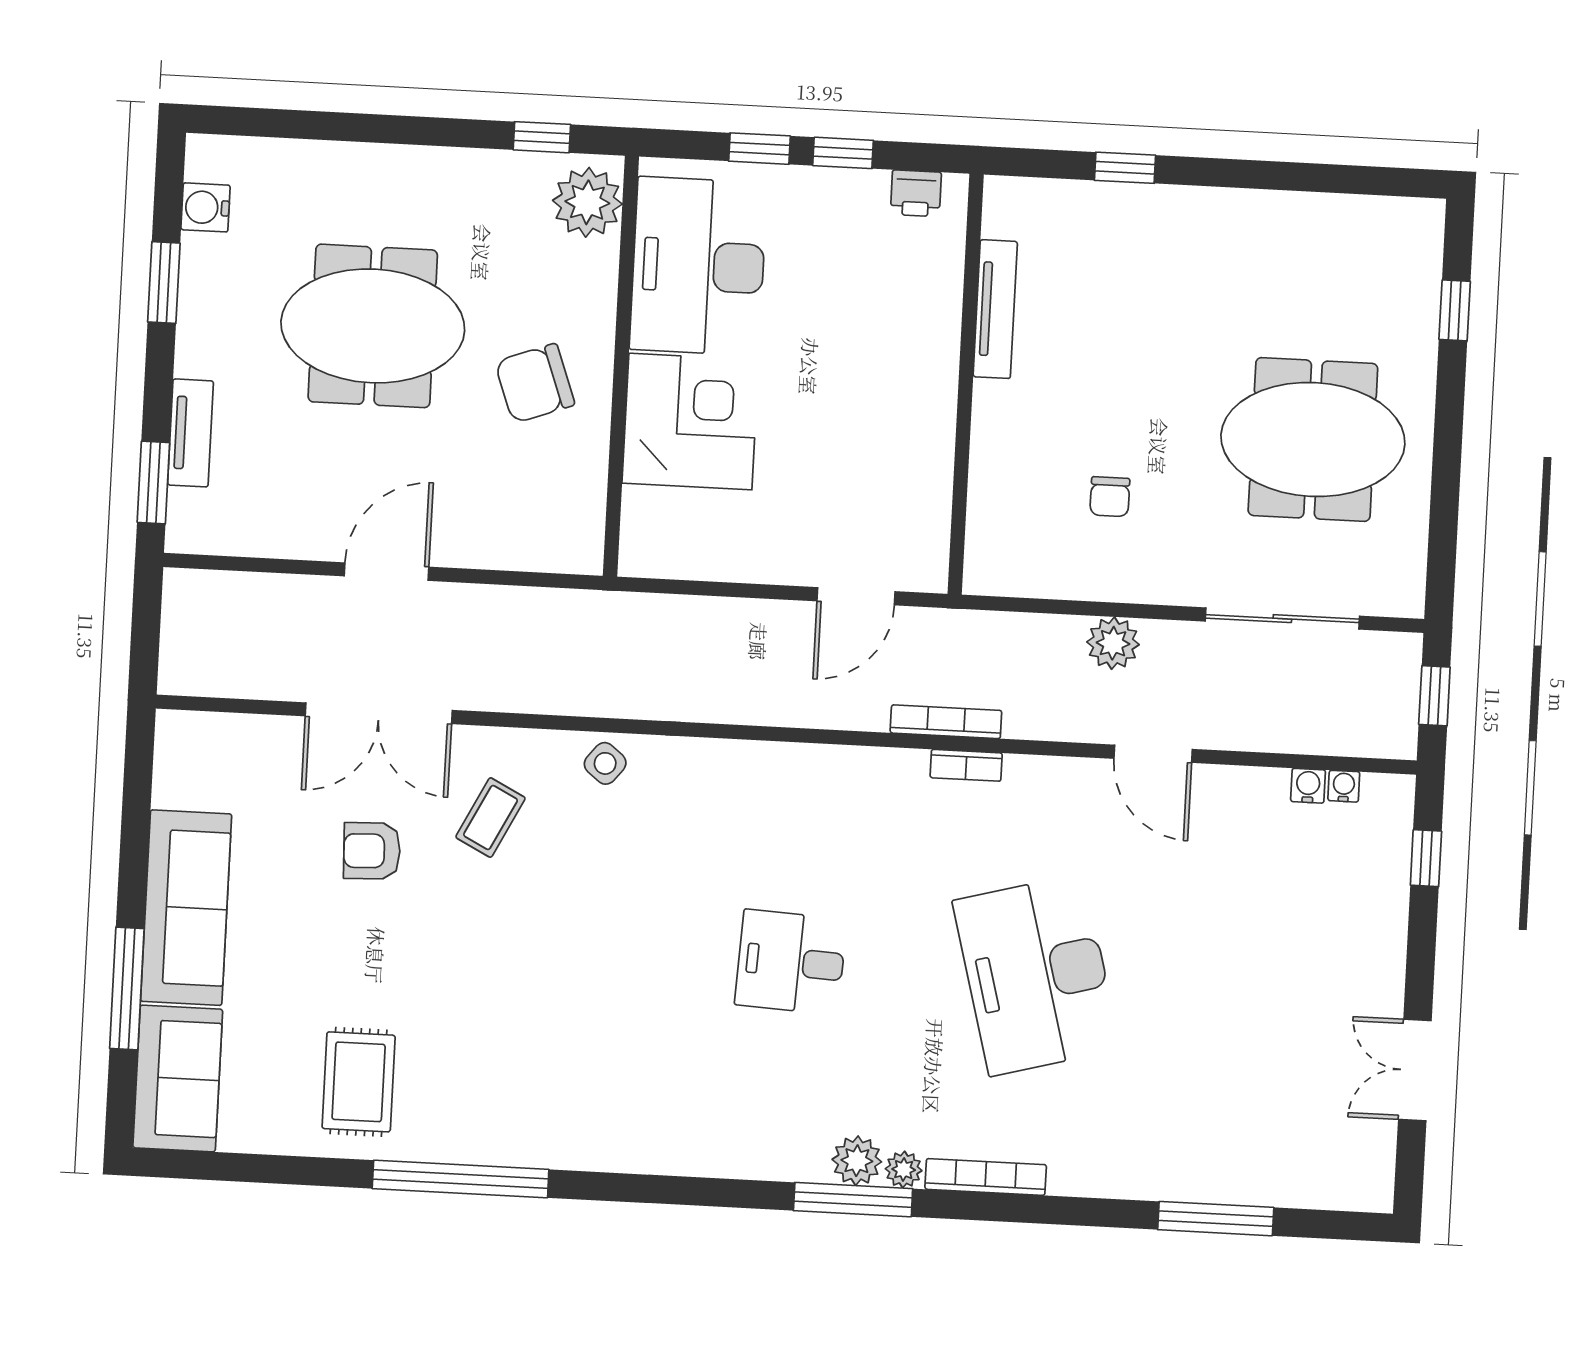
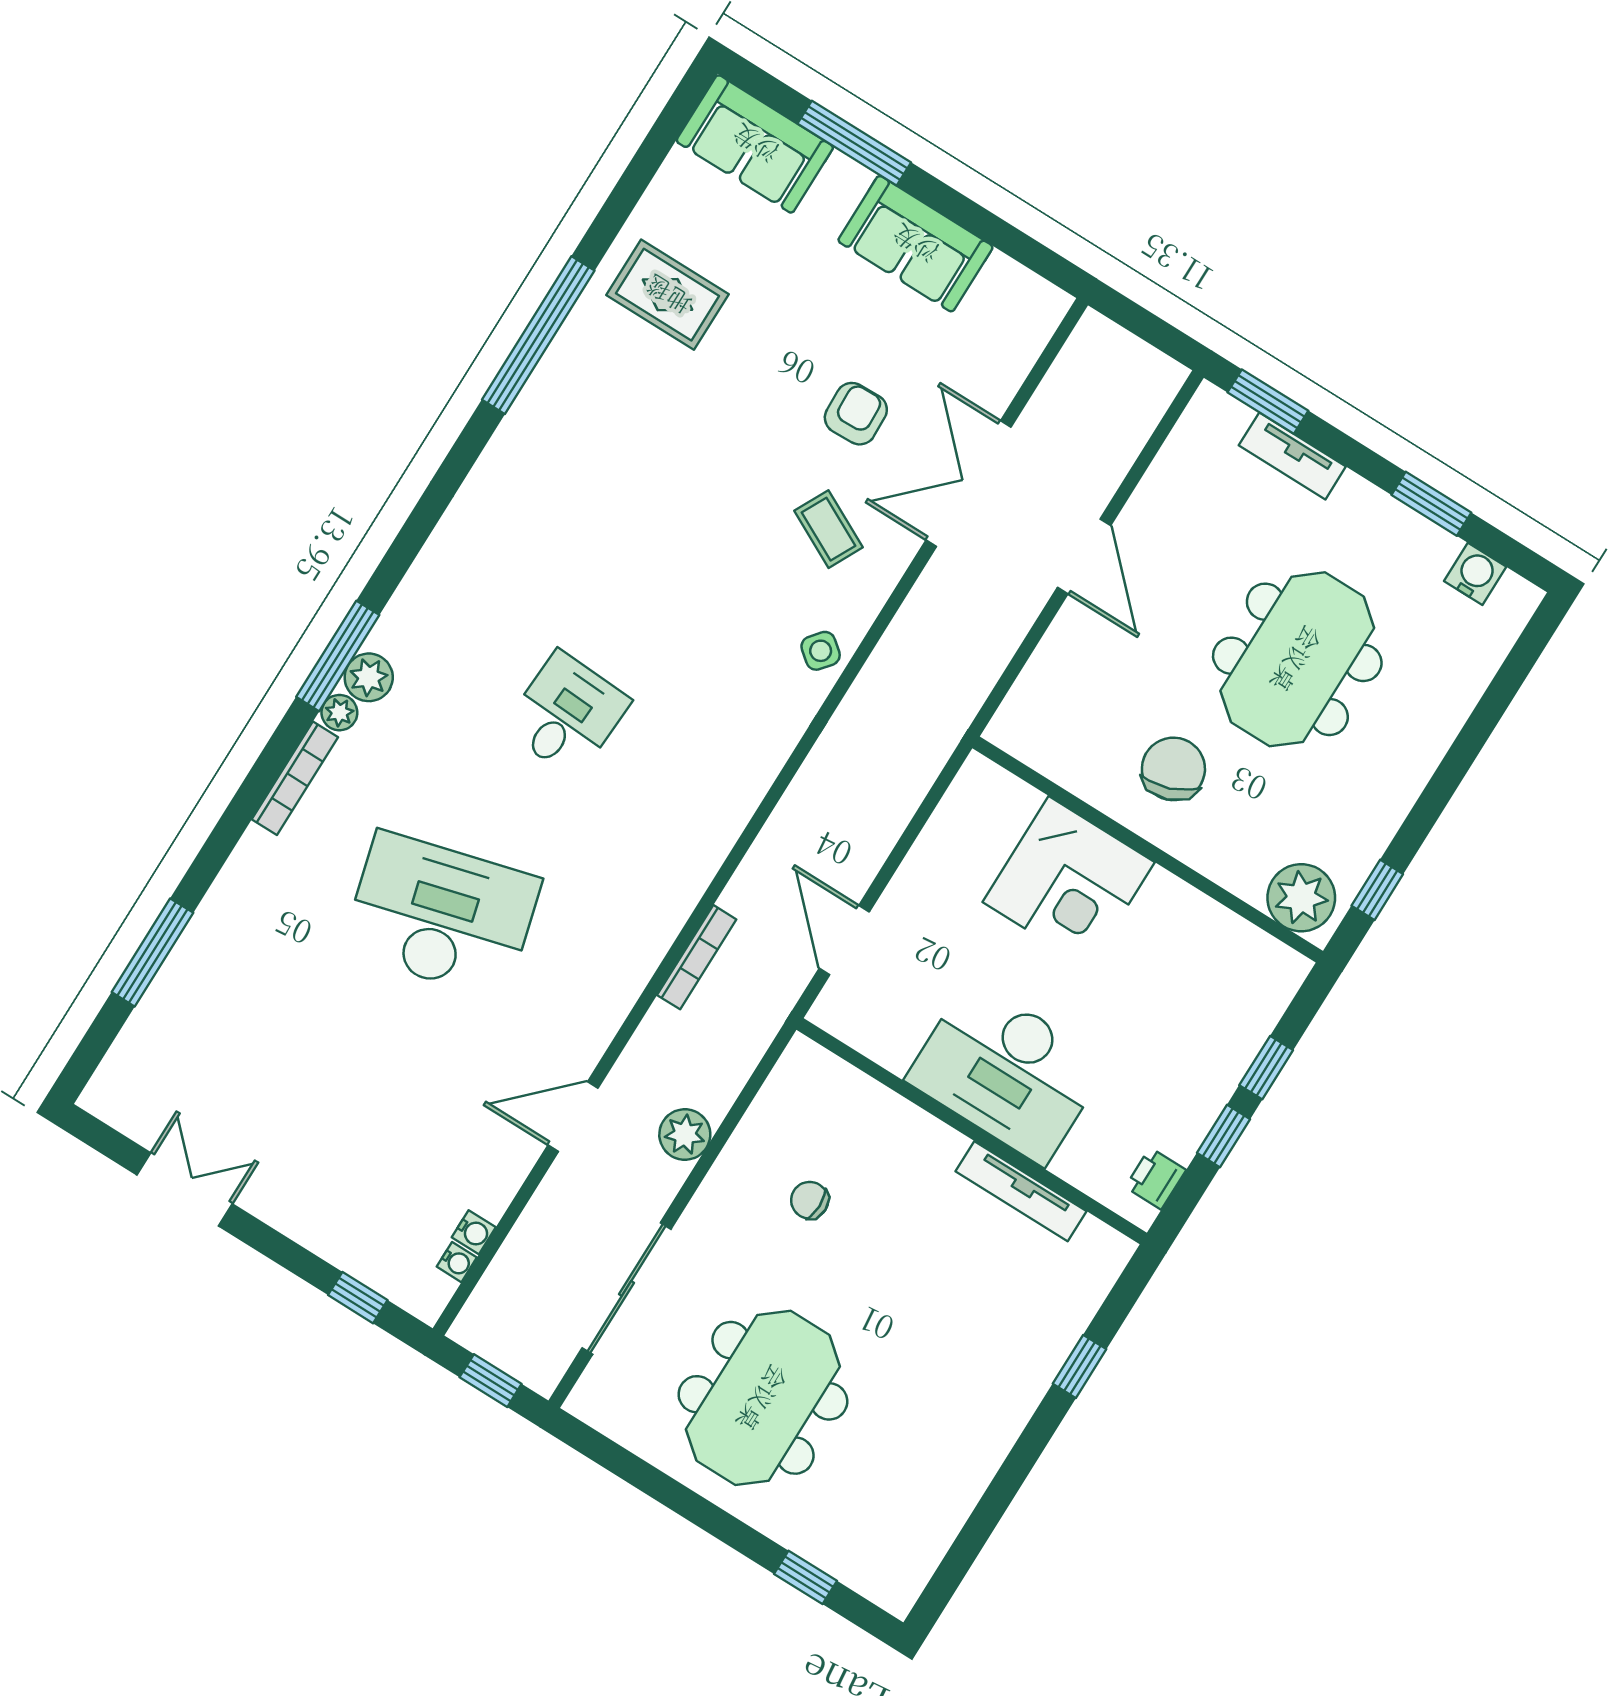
desk: (698, 266) -> (1007, 1071), moved, turned 180
bookcase: (966, 765) -> (651, 954), removed
sofa: (186, 908) -> (915, 244), width x0.73

